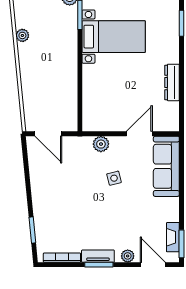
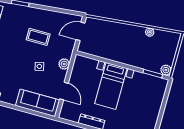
bed with nightstands: (114, 37) -> (111, 86), moved
coffee table: (73, 191) -> (38, 37), added

